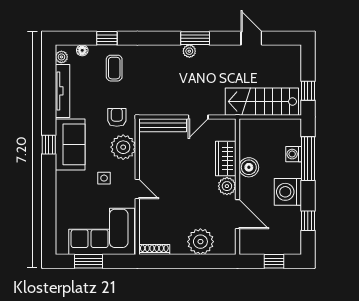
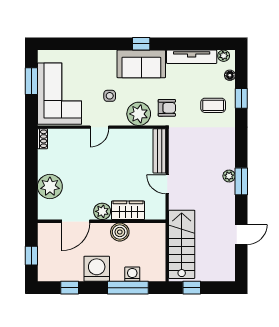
shoe rack: (154, 250) -> (42, 139), width x0.70

